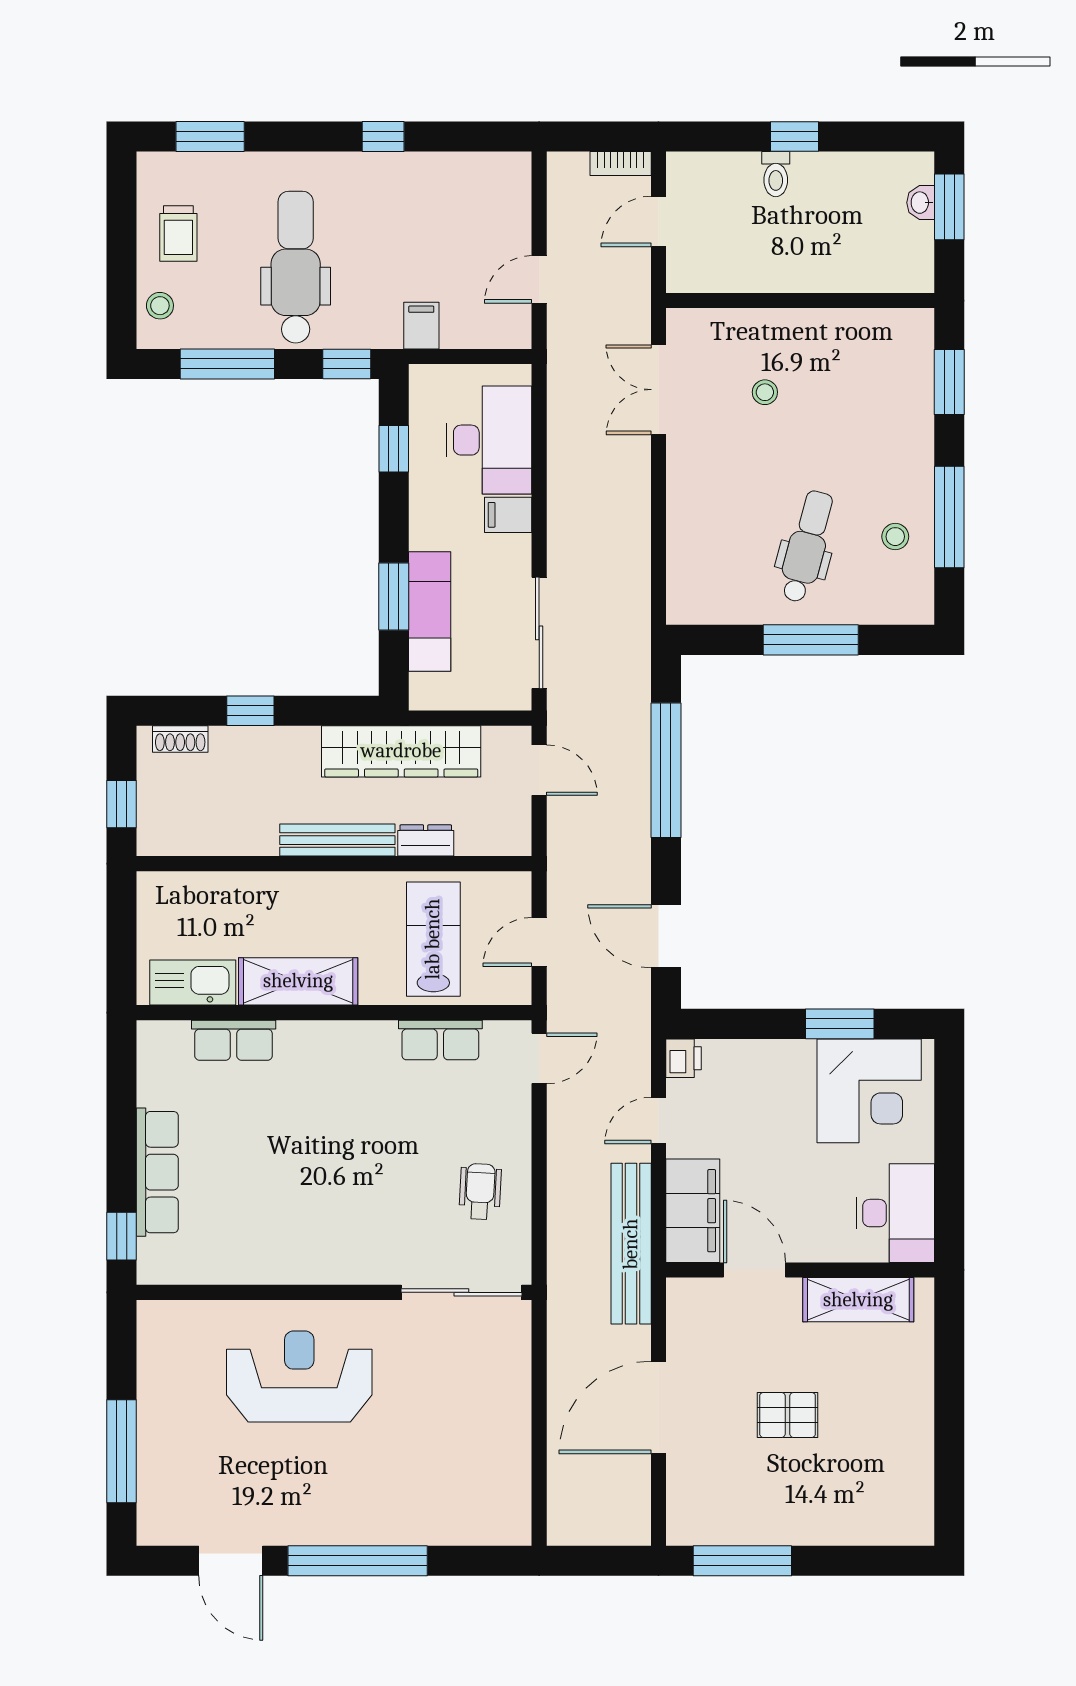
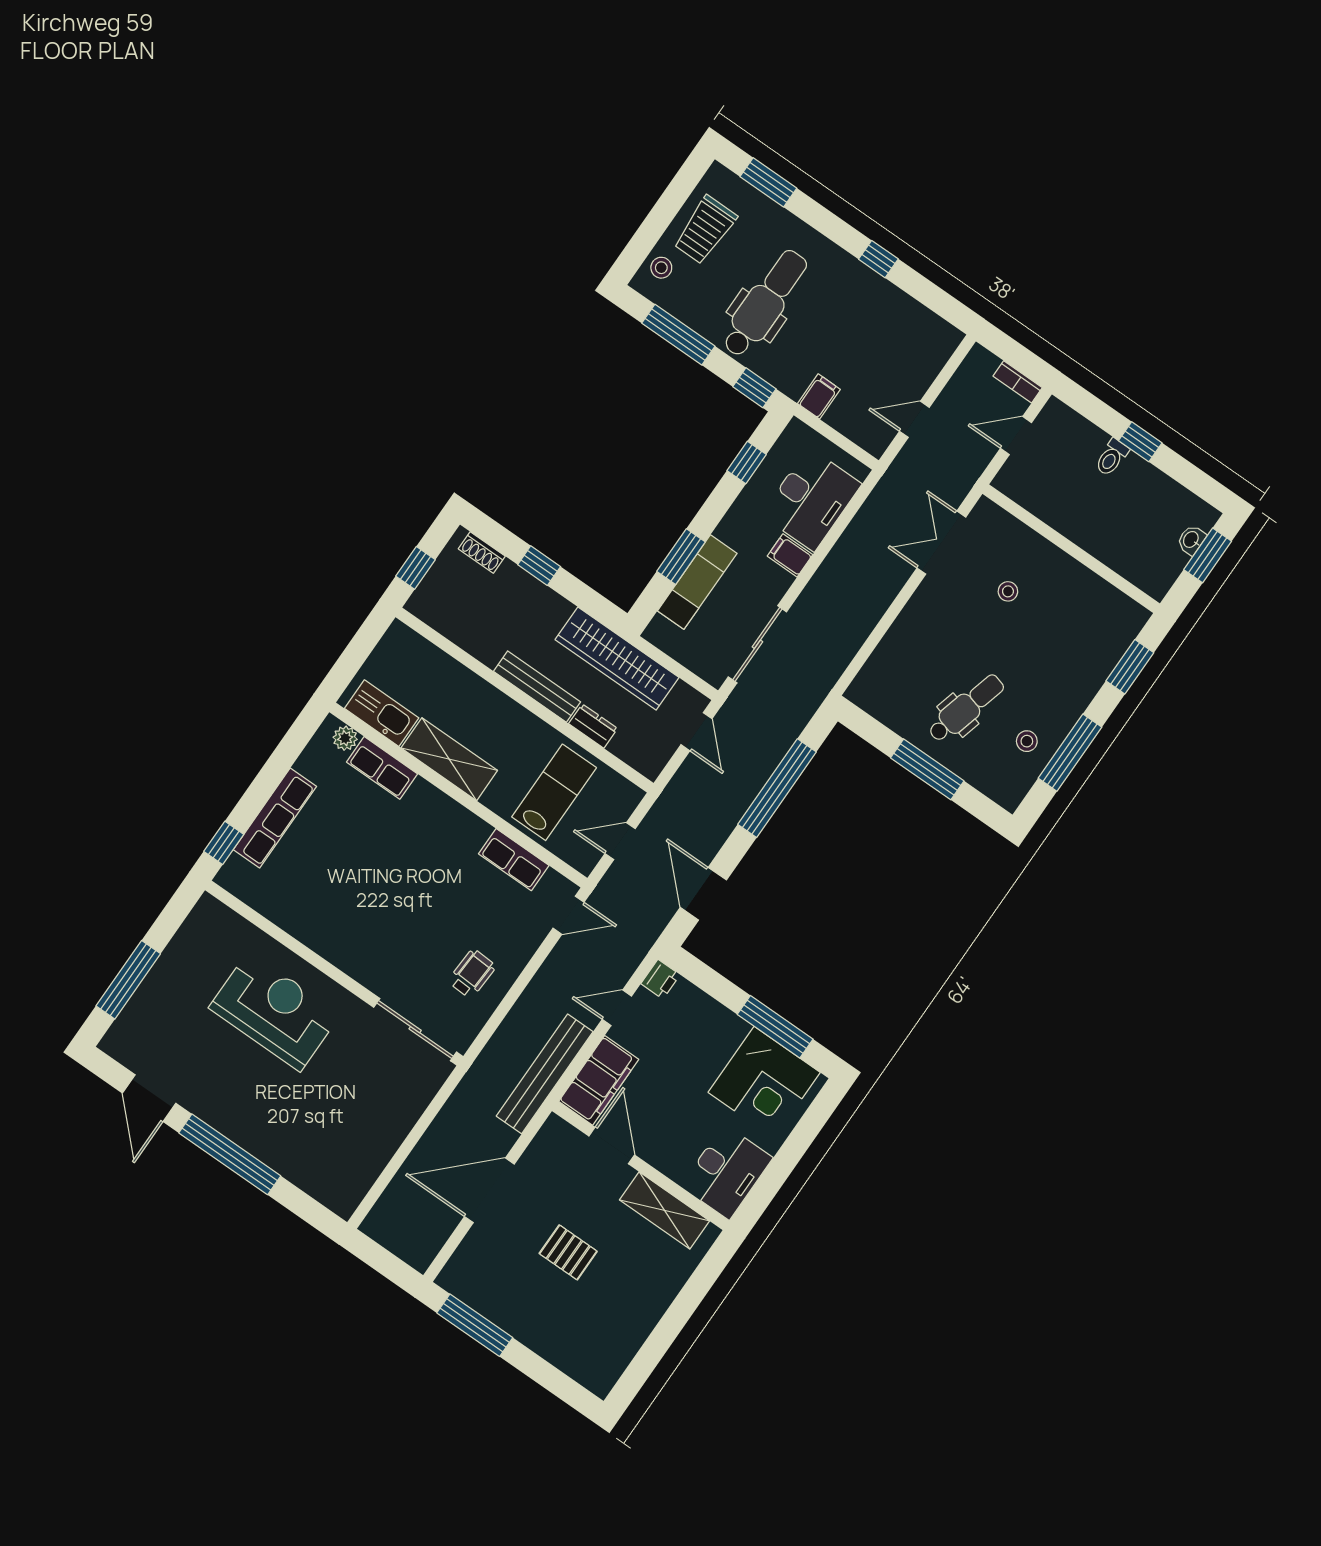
trolley: (178, 233) -> (705, 230), width x1.36, depth x1.39
window: (840, 1024) -> (775, 1027), width x1.44
plant: (173, 1036) -> (345, 738), added

